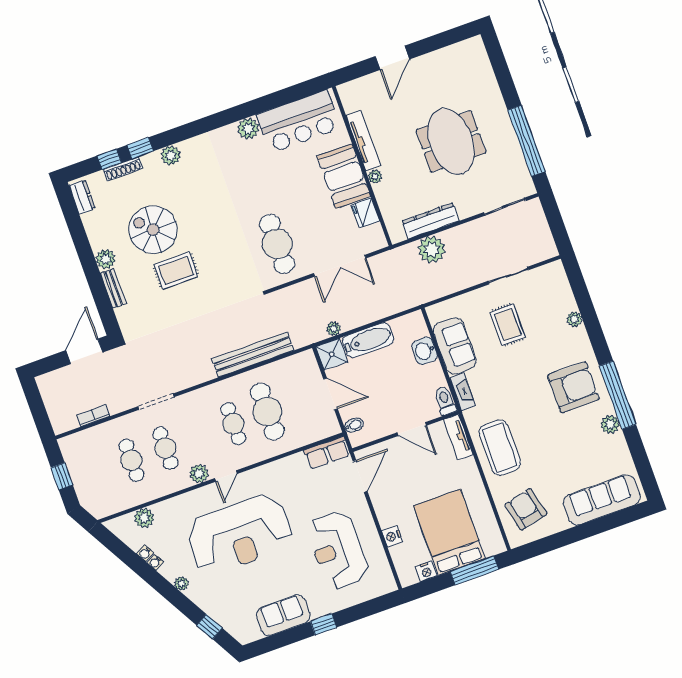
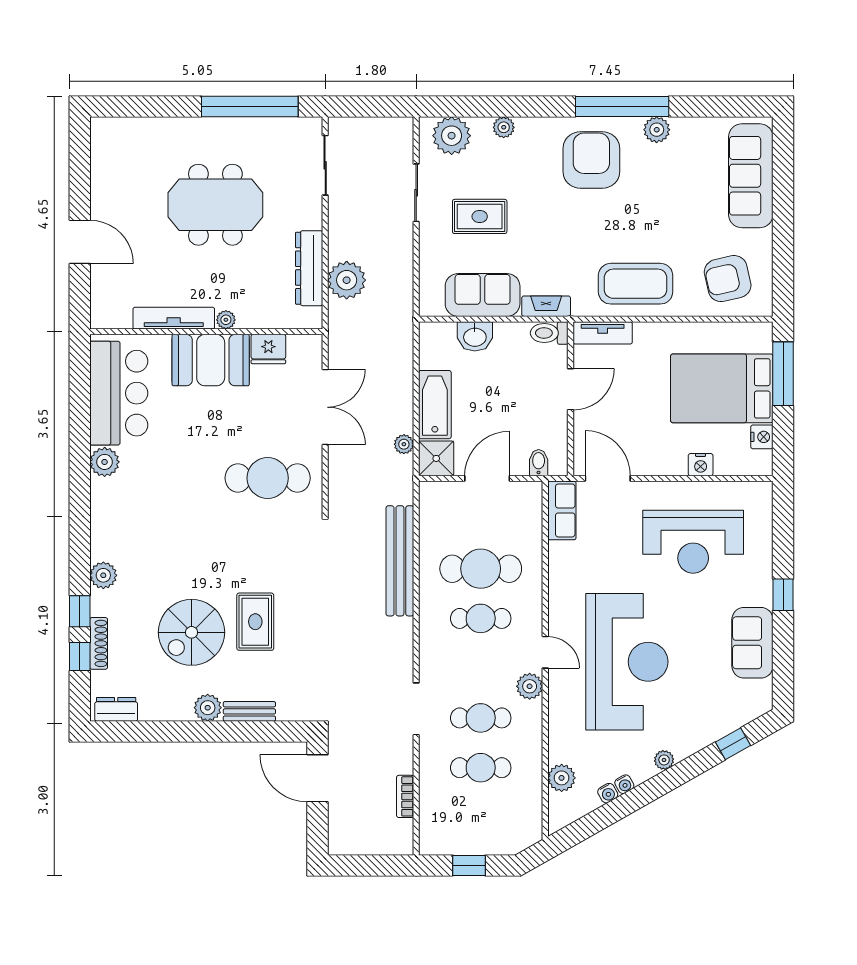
plant: (556, 286) -> (452, 136), added

